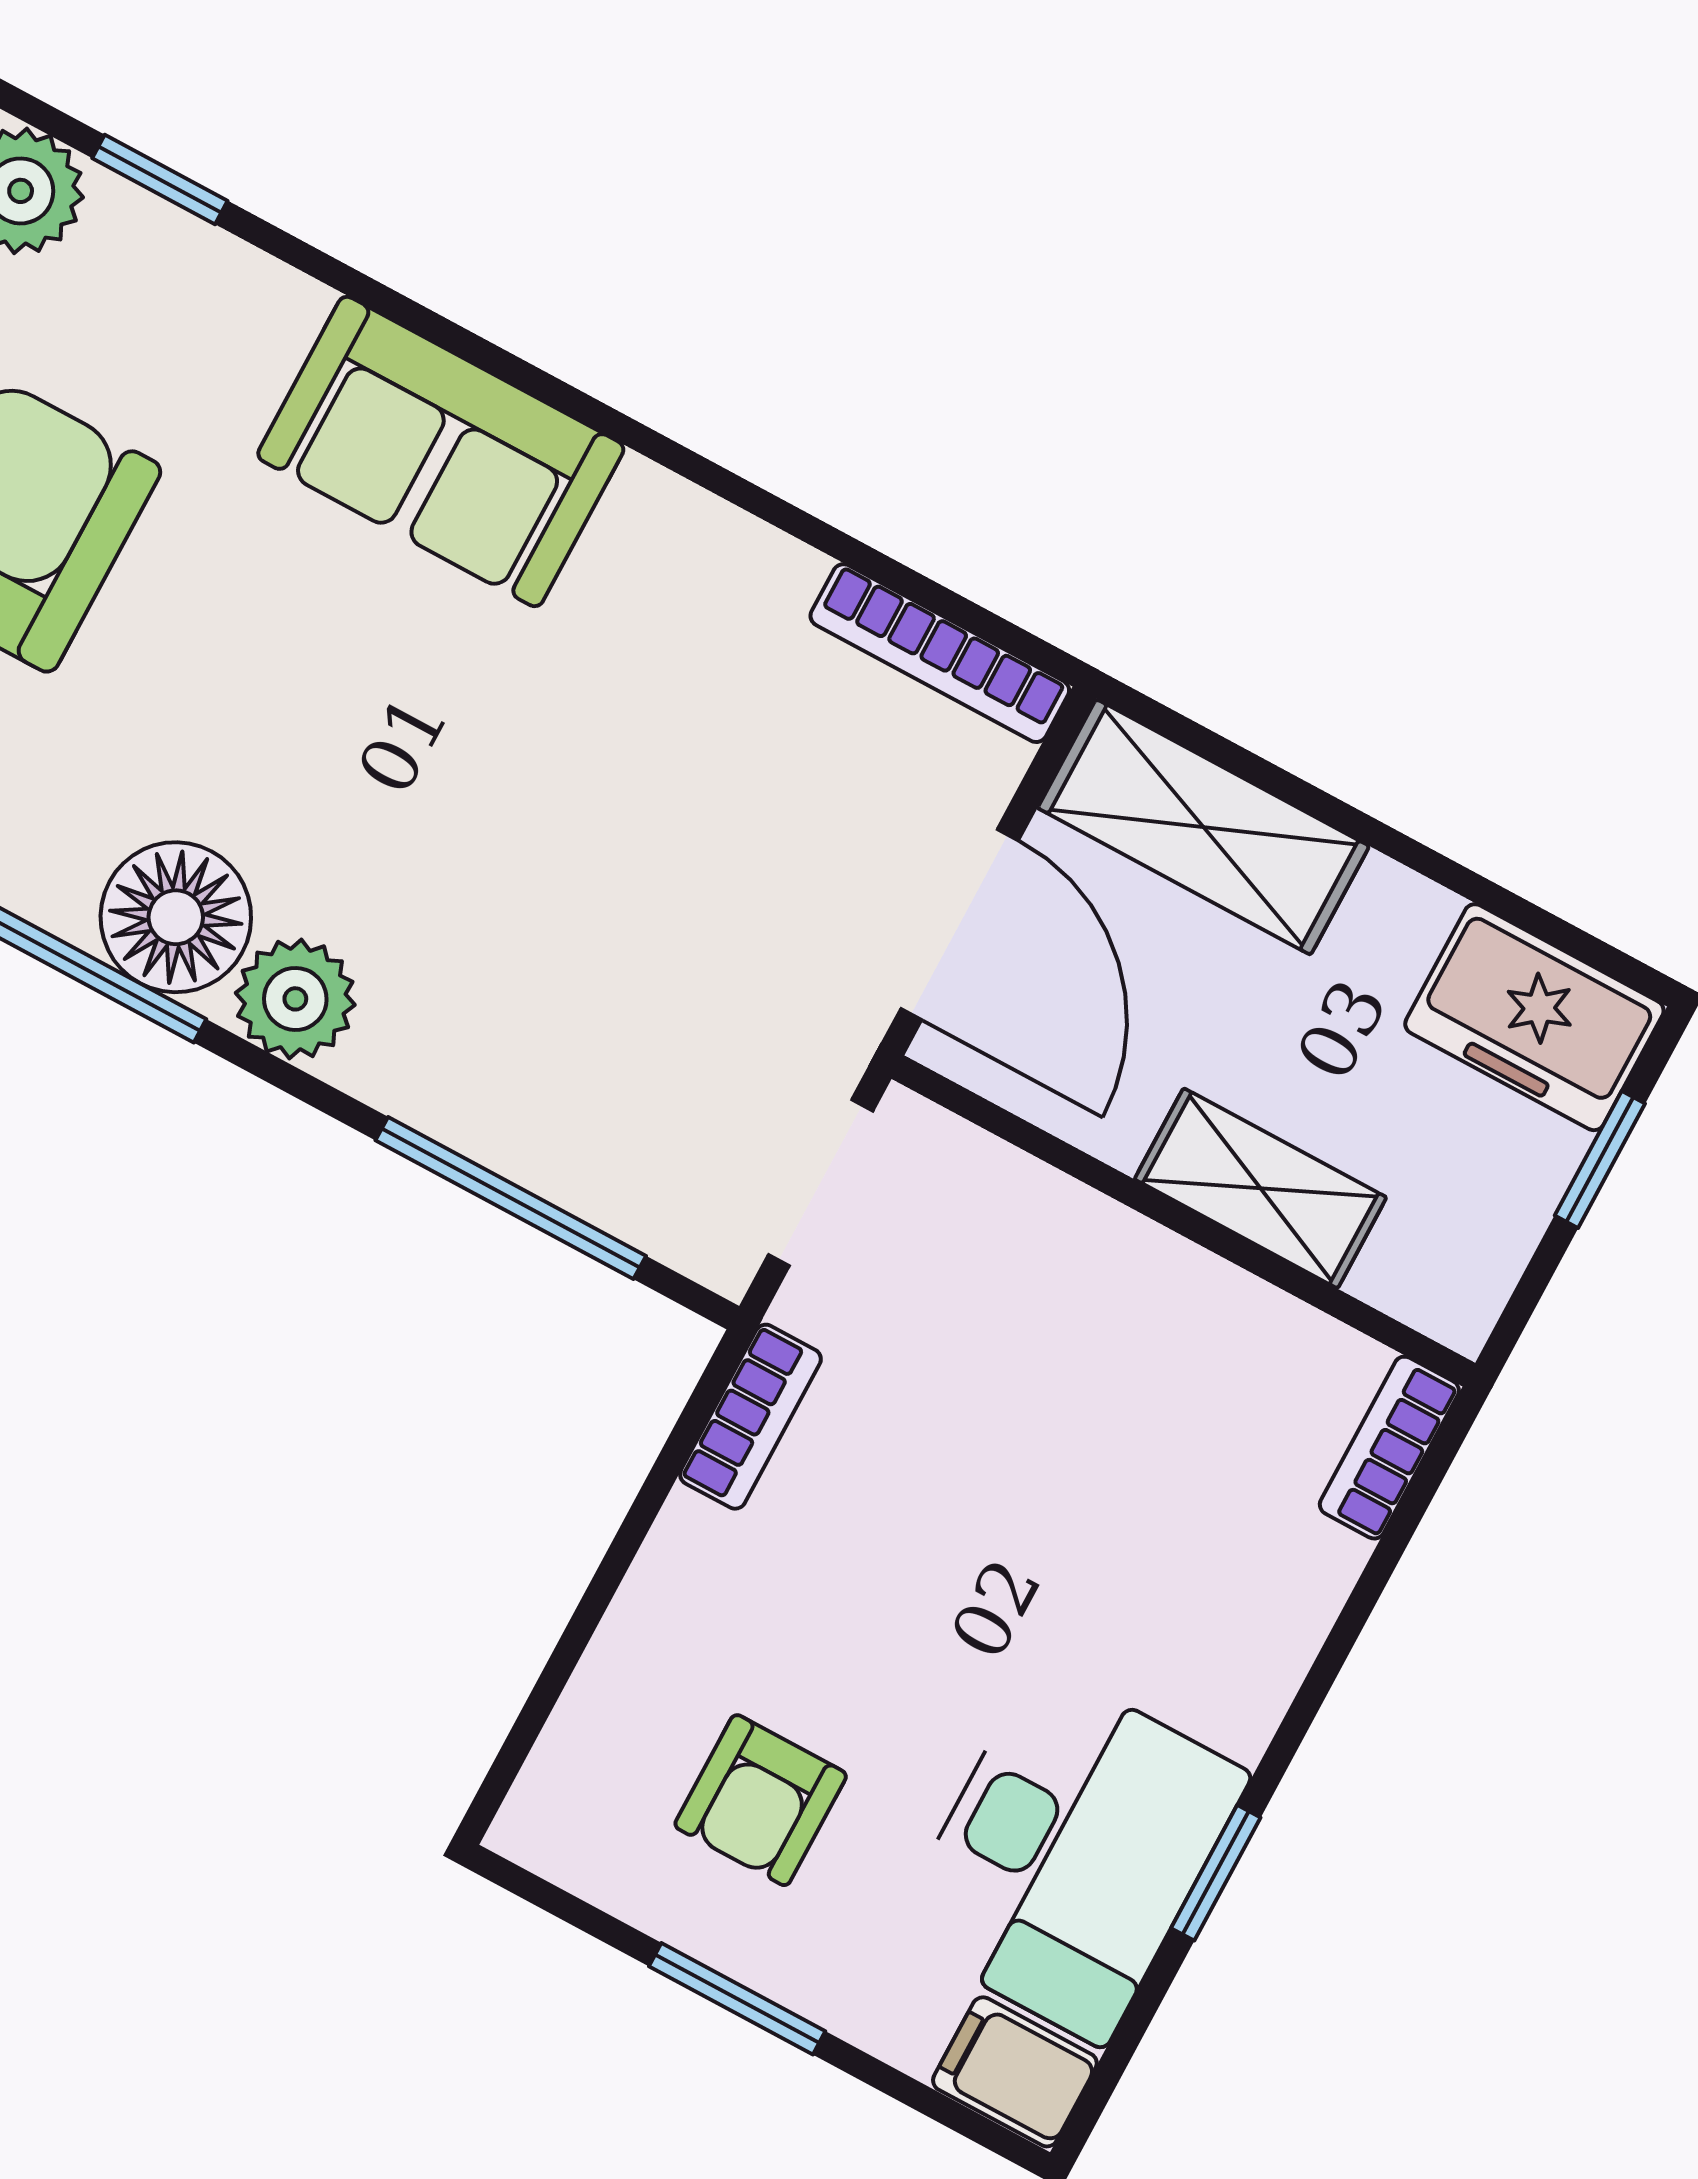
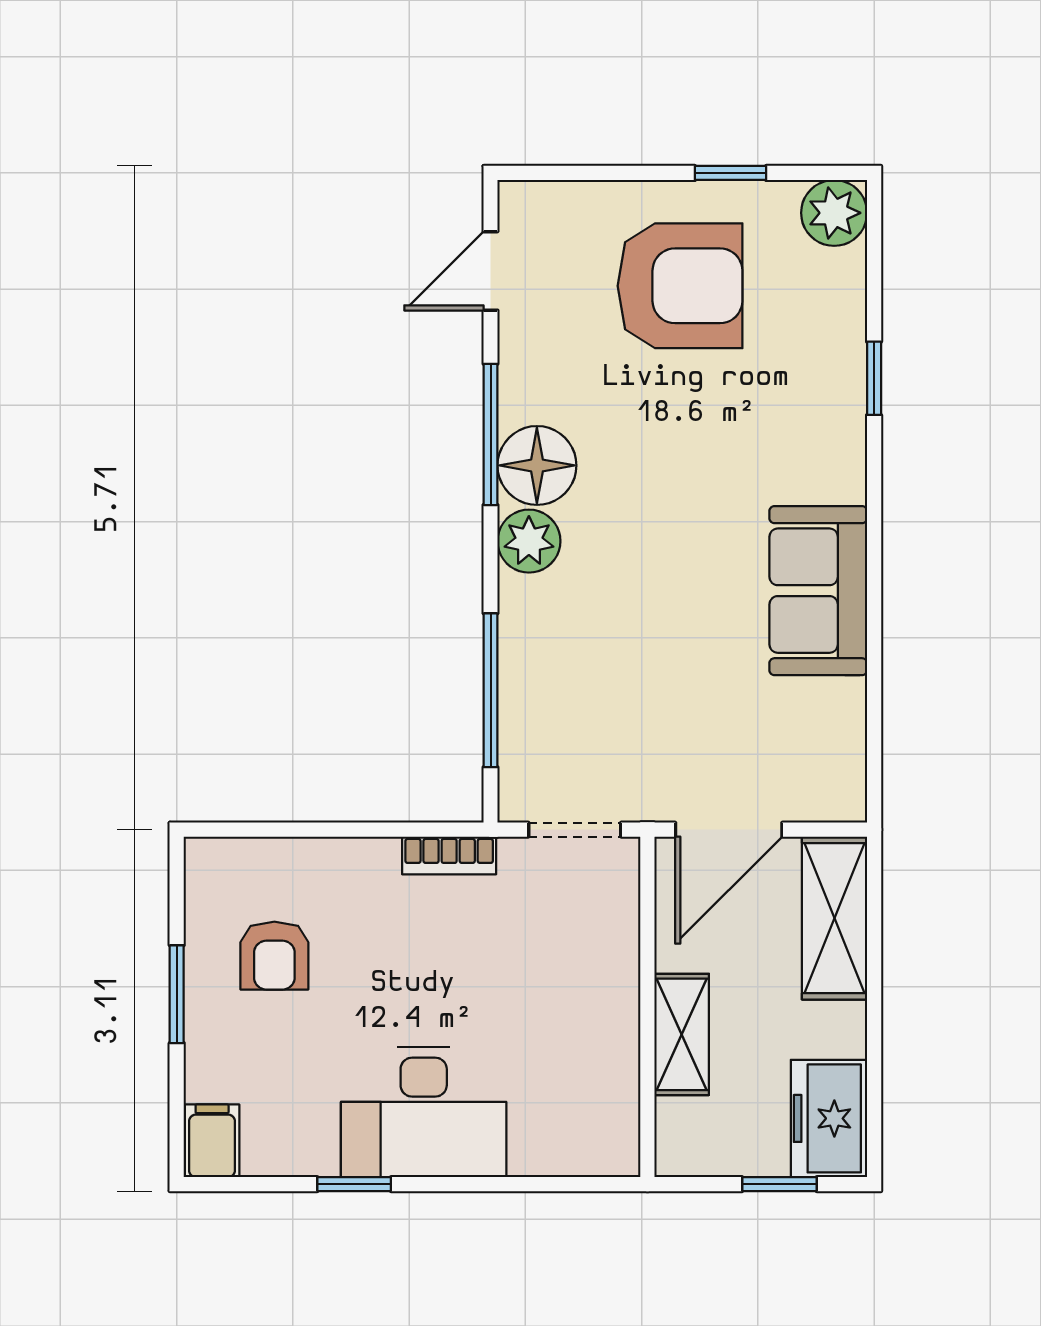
window: (160, 179) -> (874, 378), moved
sofa: (441, 452) -> (818, 591), moved
bookcase: (940, 653) -> (849, 753), removed
bookcase: (1389, 1448) -> (594, 1159), removed
armchair: (761, 1800) -> (274, 956), turned -90
desk: (1070, 1854) -> (424, 1112), moved

